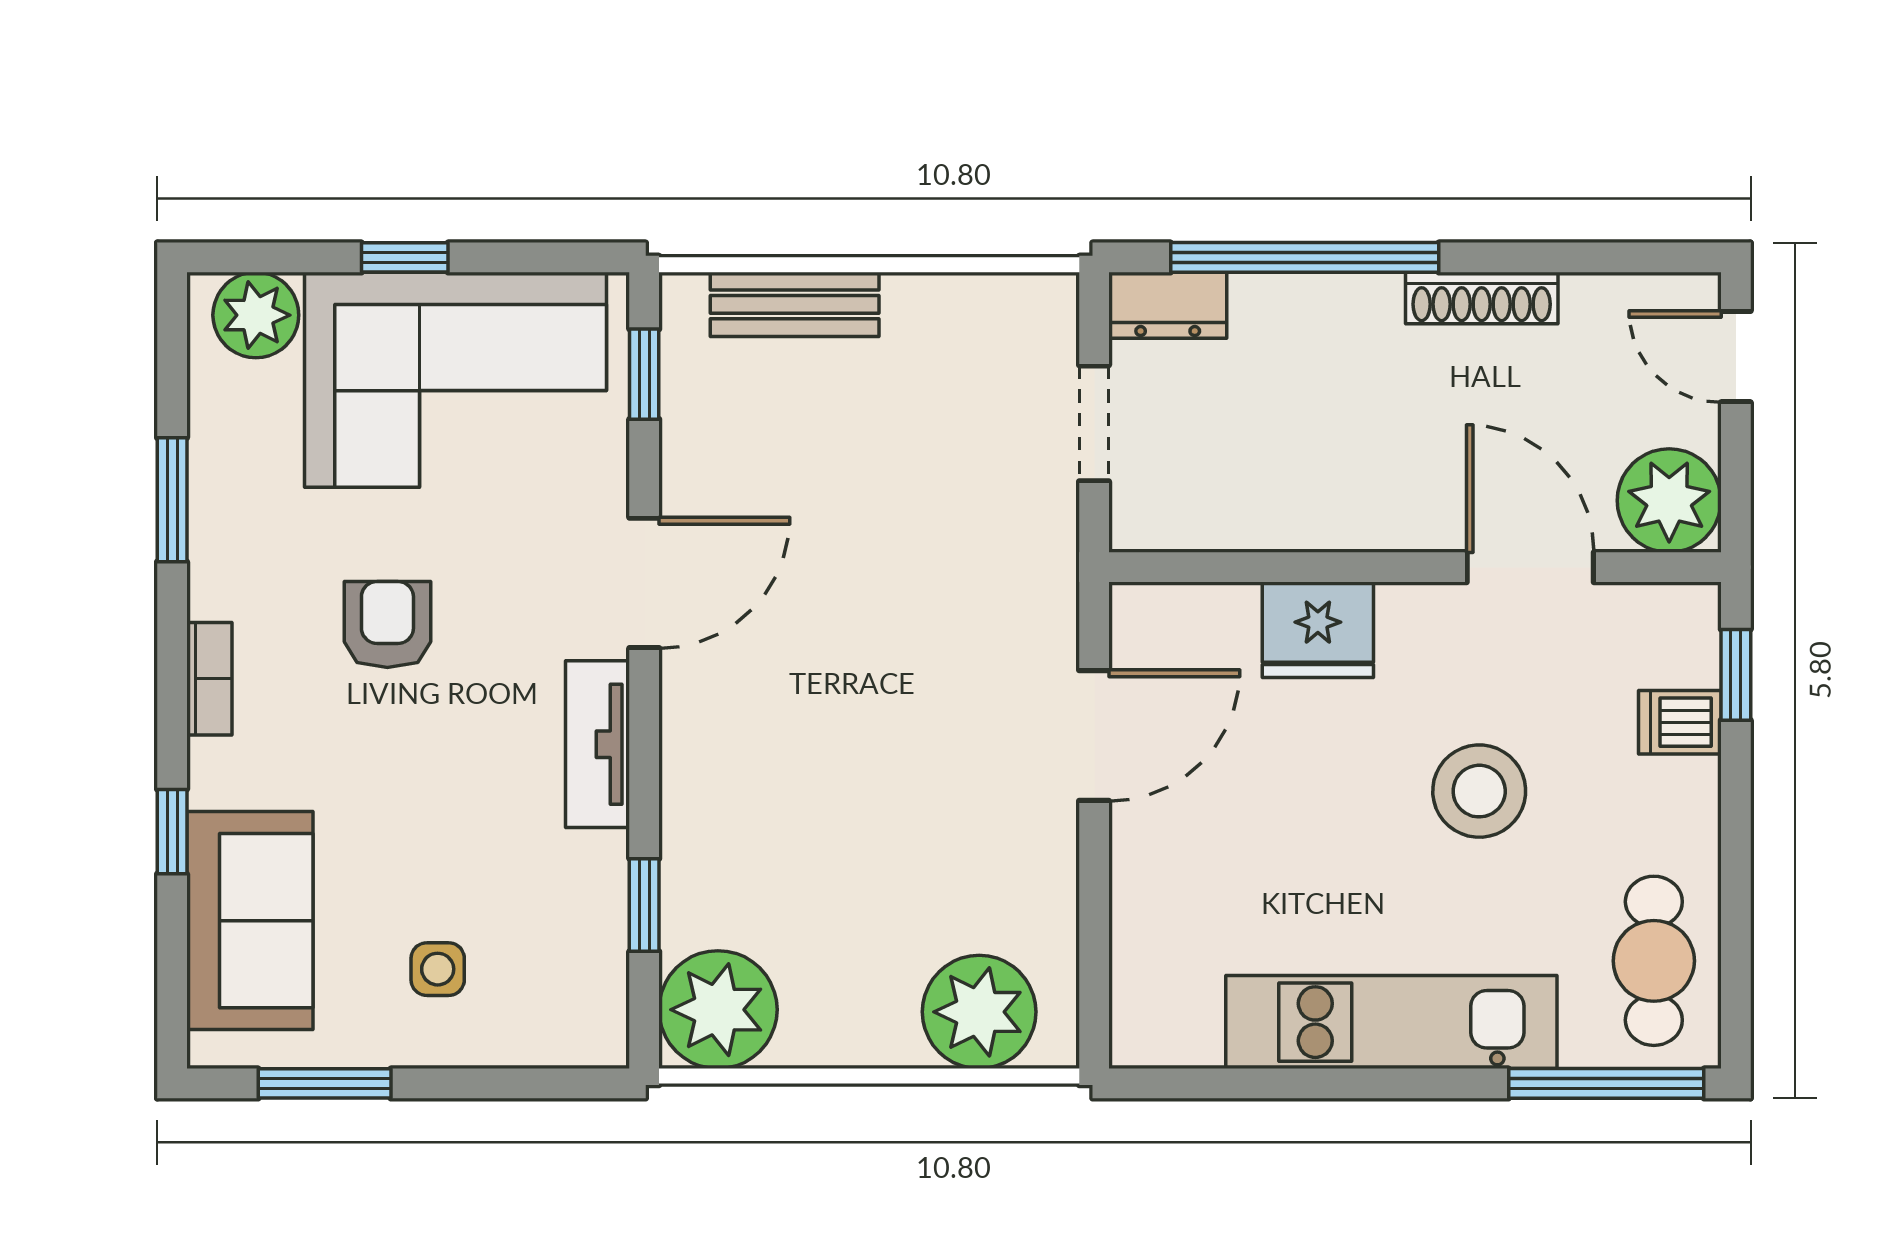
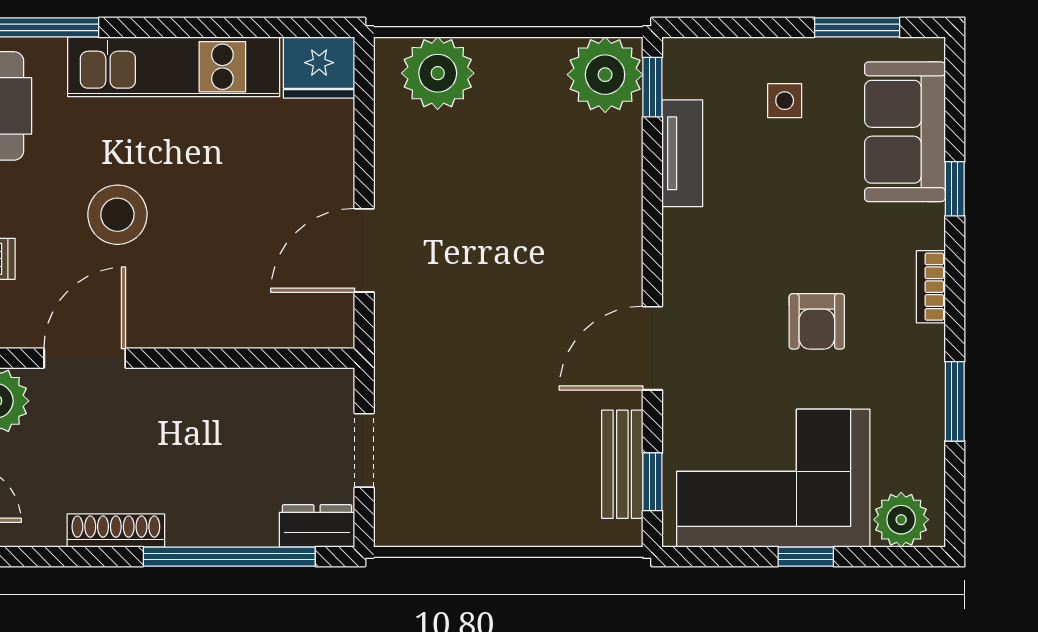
bench: (795, 304) -> (622, 464), moved, turned 90
door: (1530, 567) -> (85, 358), swing flipped
fridge: (1318, 630) -> (319, 67), moved, turned 180
tv unit: (598, 744) -> (682, 153), moved
window: (644, 905) -> (652, 87), moved

